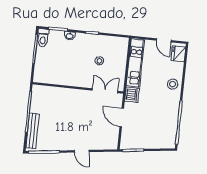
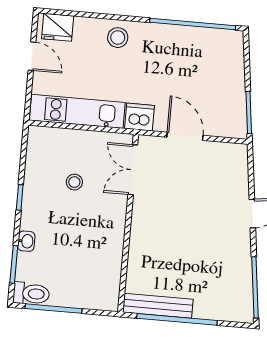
door: (164, 40) -> (32, 56), hinge flipped
door: (122, 118) -> (185, 136), swing flipped
bench: (33, 131) -> (158, 306), moved

